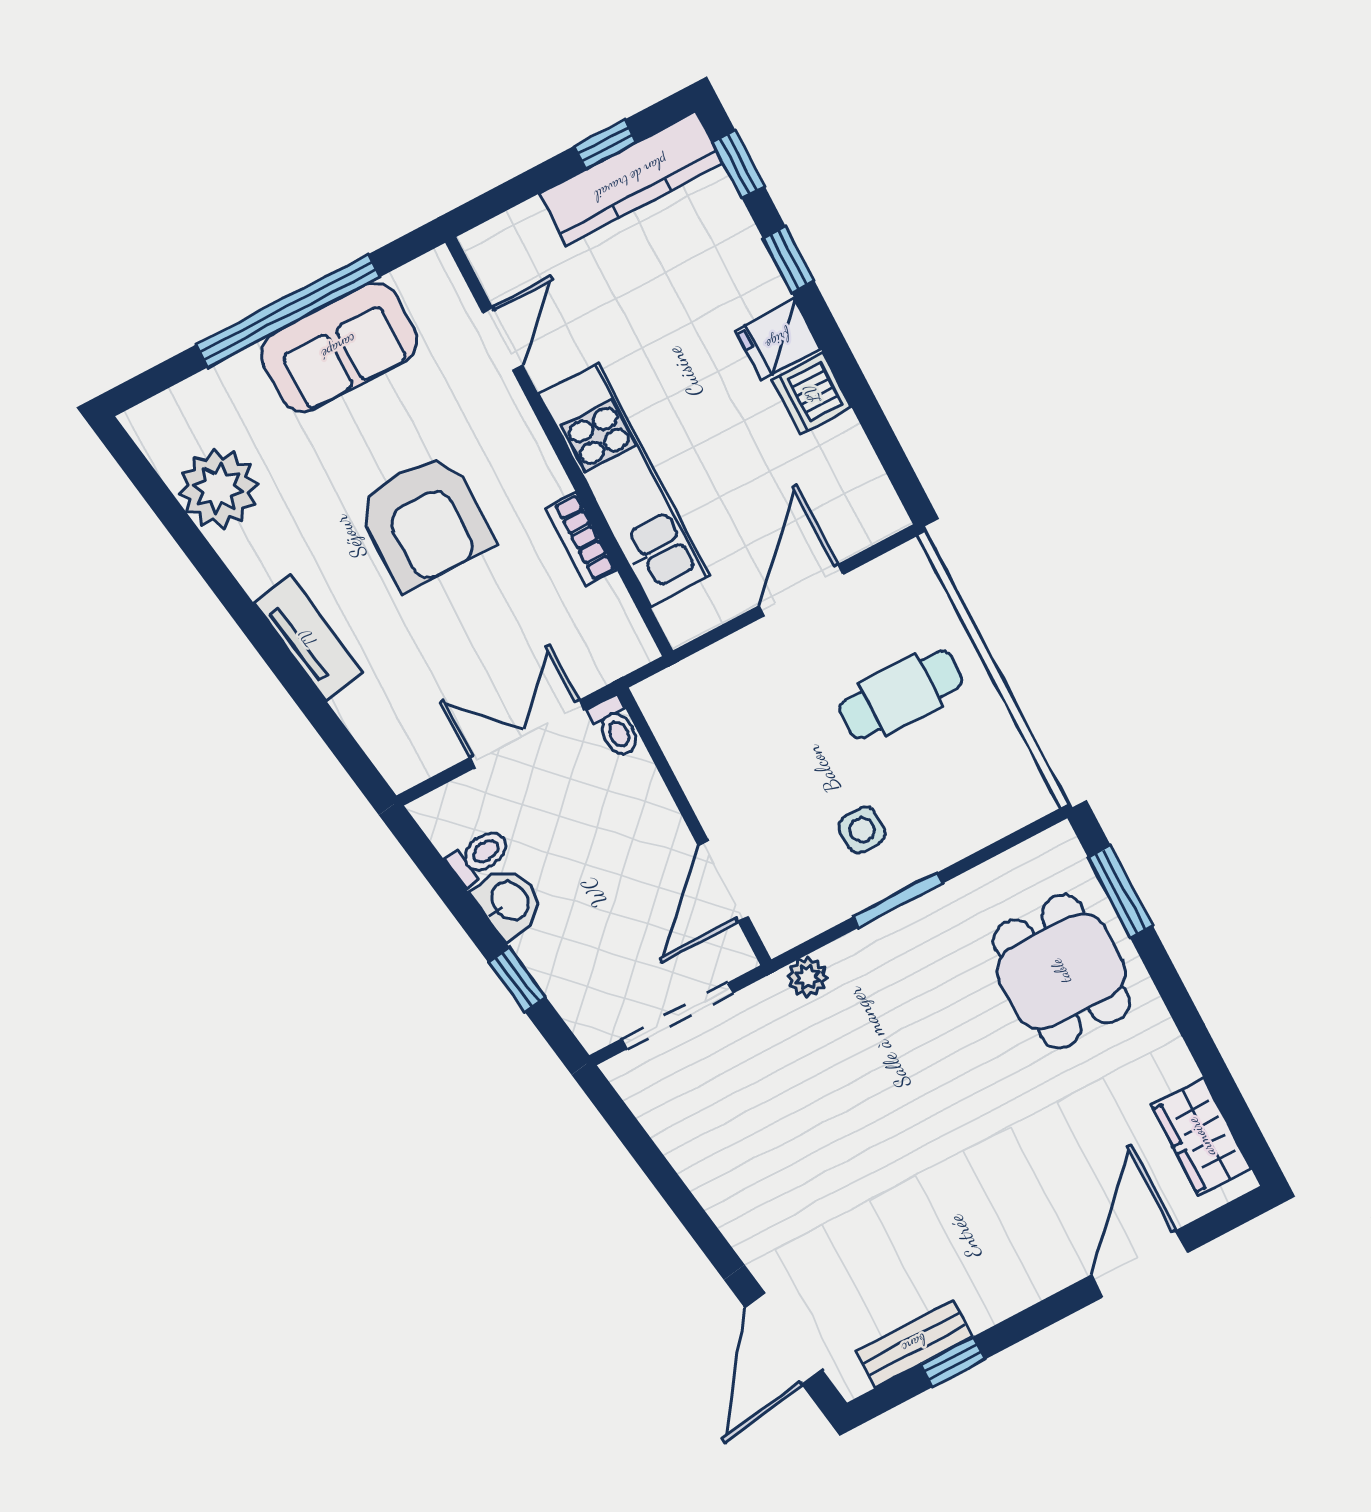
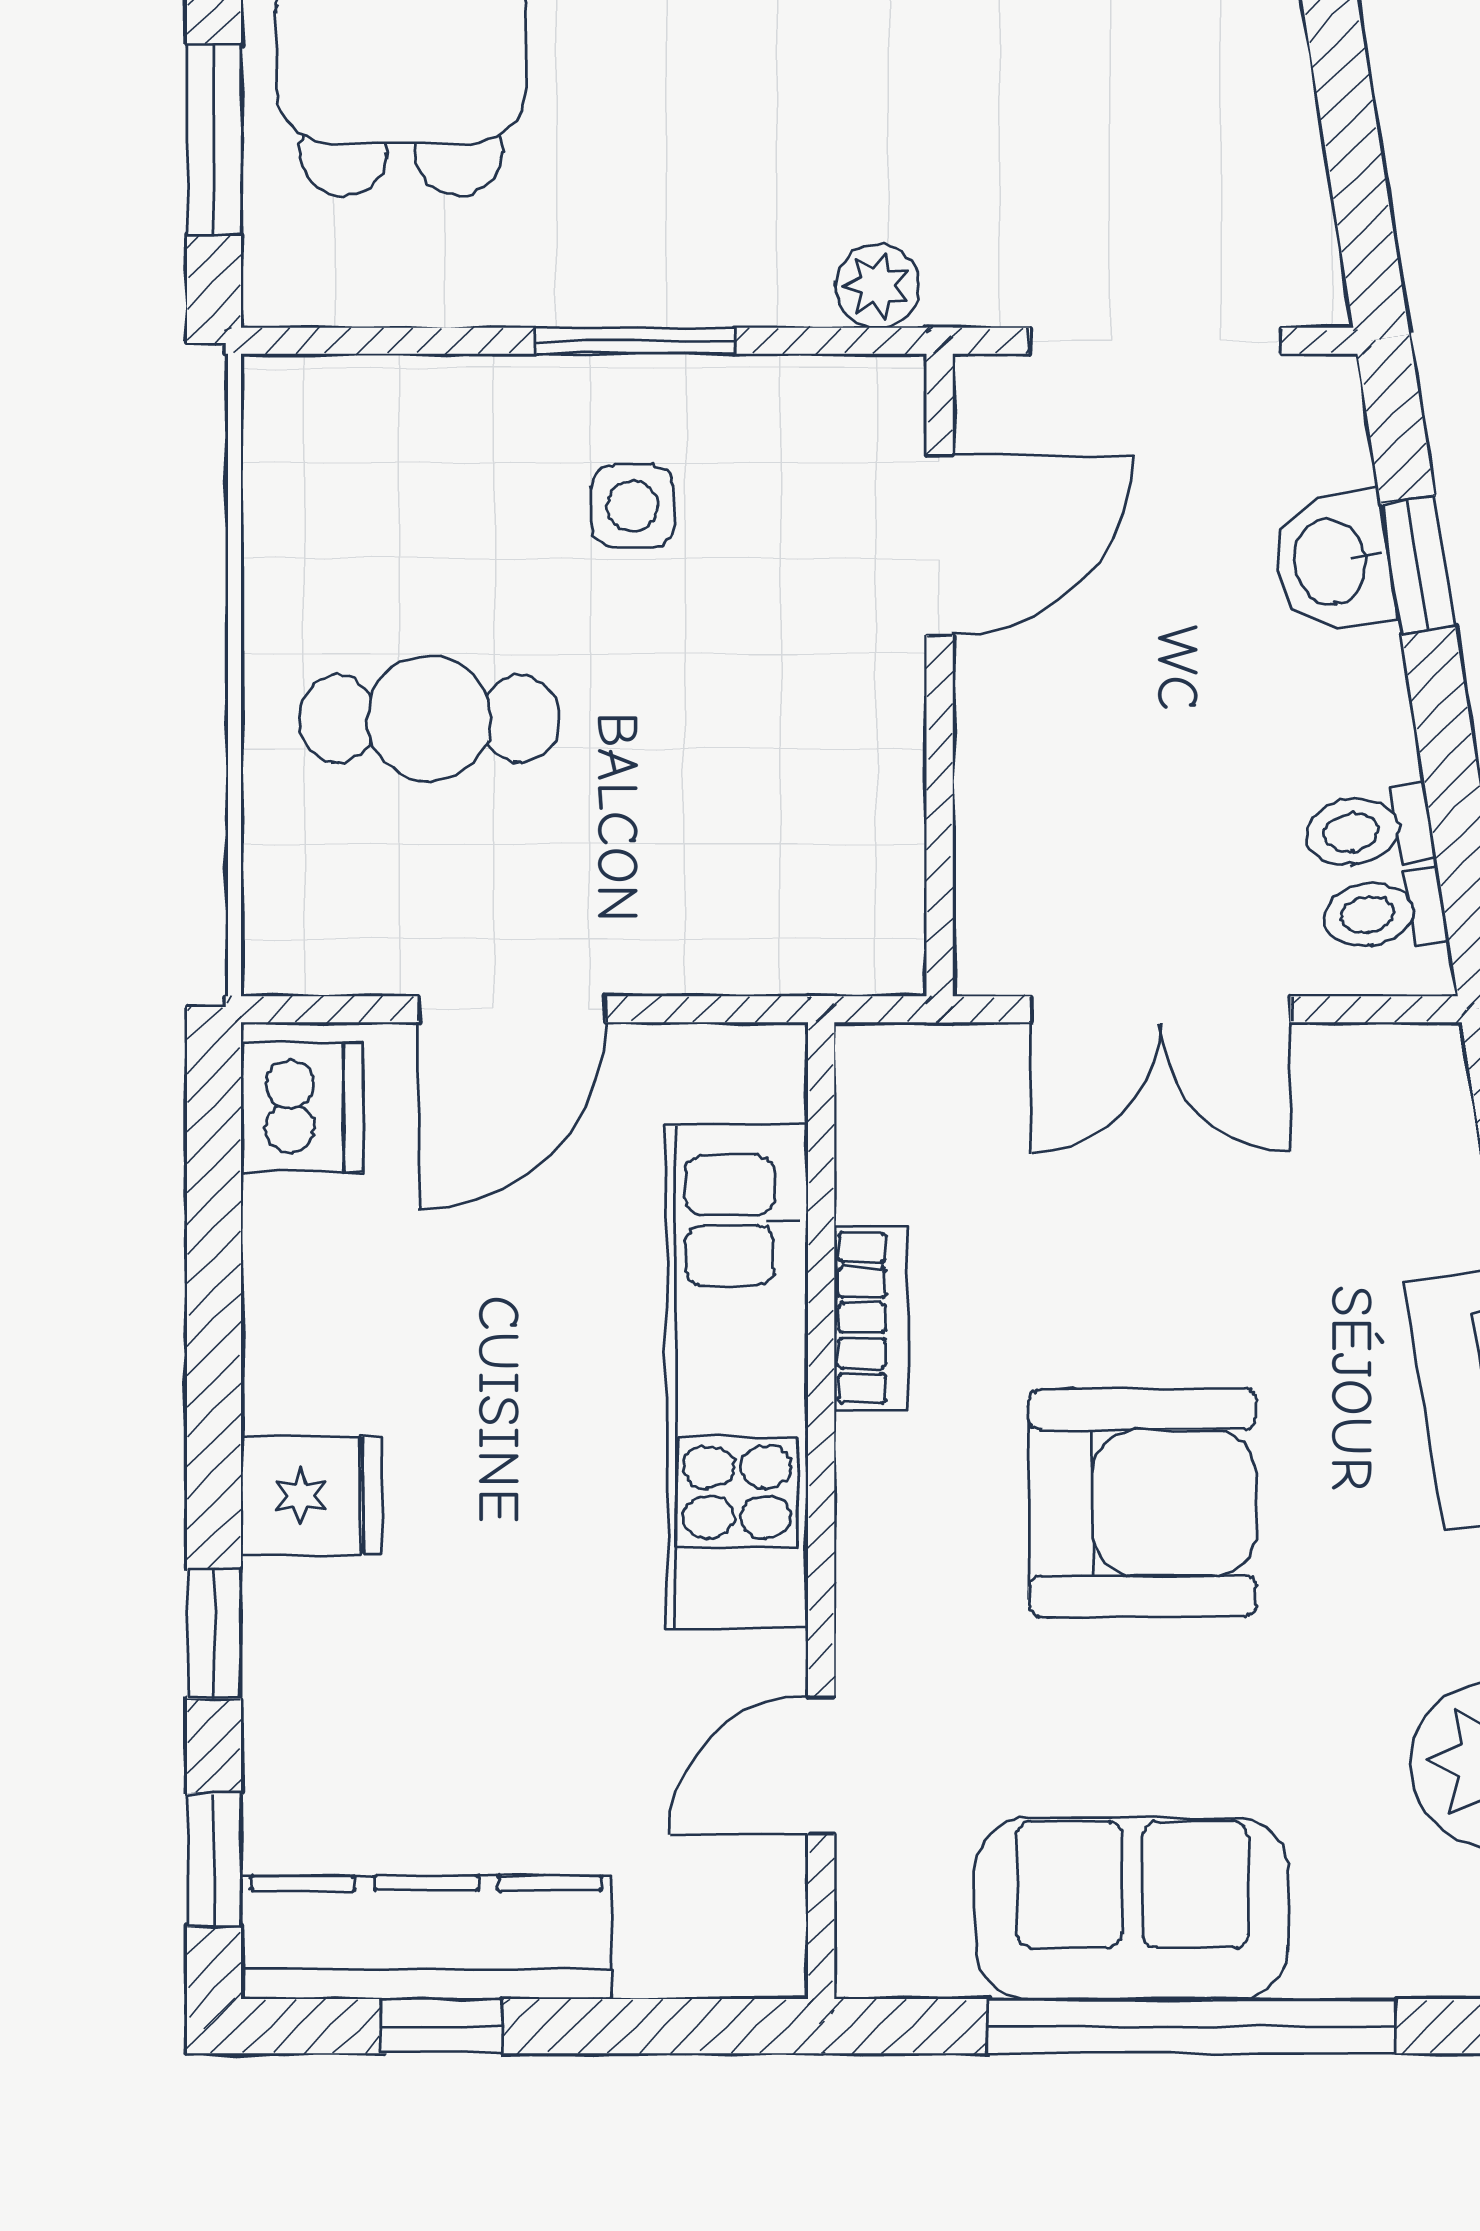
dishwasher: (812, 394) -> (302, 1108), moved
armchair: (425, 521) -> (1143, 1503), turned 90
toilet: (615, 727) -> (1384, 912), moved, turned -99
washbasin: (509, 902) -> (1333, 562), moved

